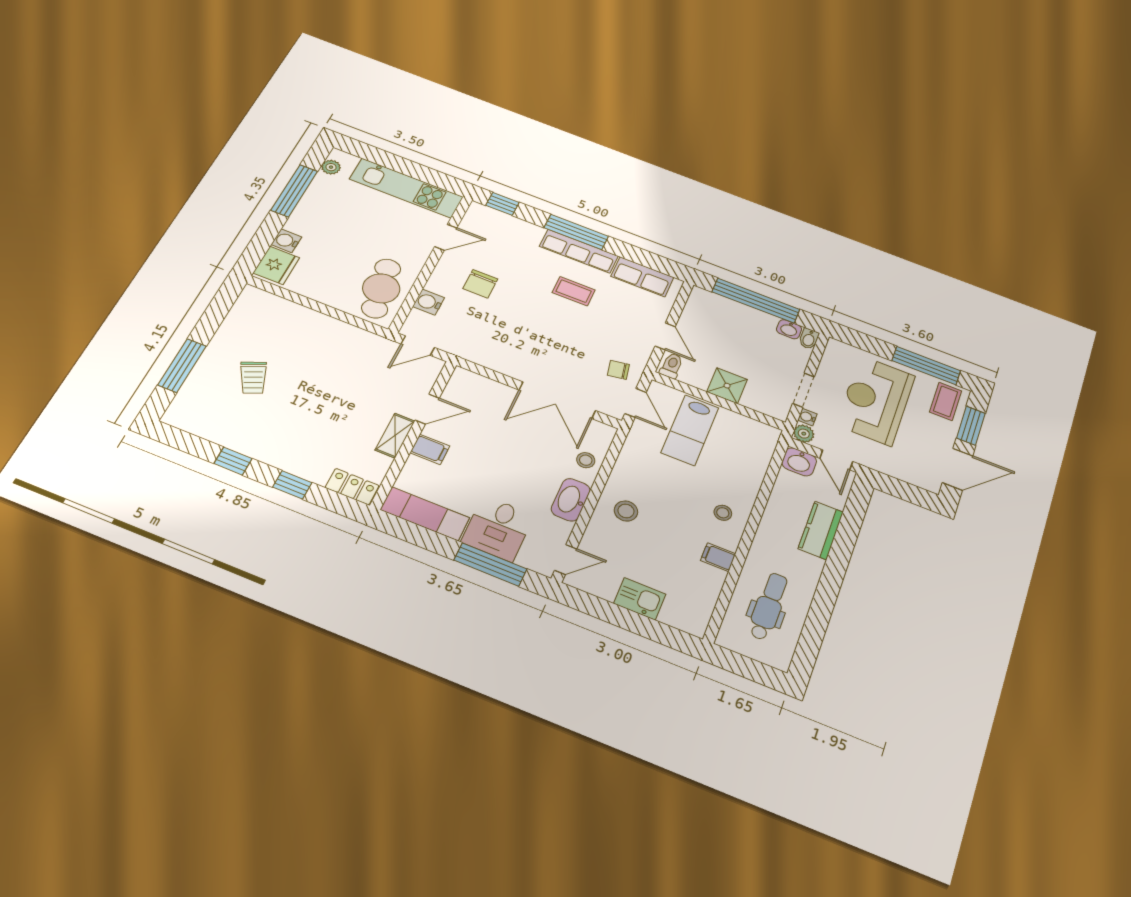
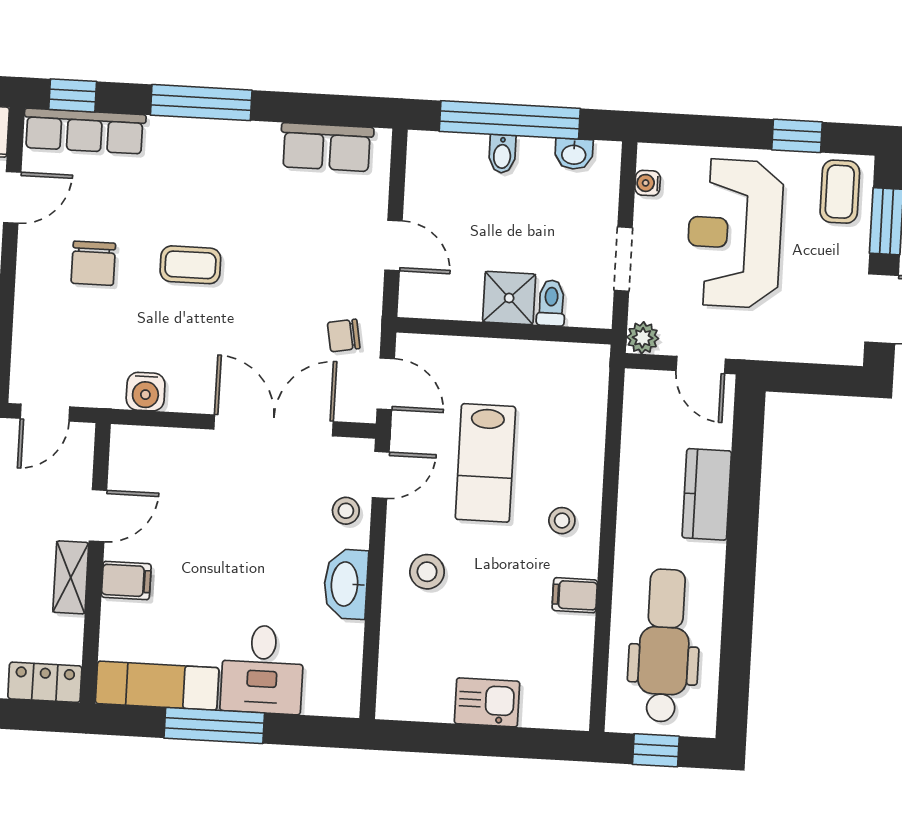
row of seats: (579, 251) -> (84, 131), moved
coffee table: (574, 291) -> (190, 265), moved
water cooler: (429, 302) -> (146, 392), moved, turned -90
bidet: (809, 339) -> (502, 154), moved
toilet: (672, 366) -> (551, 303), moved
window: (926, 366) -> (797, 136), width x0.46
double door: (557, 400) -> (274, 425), swing flipped
water cooler: (807, 417) -> (648, 183), moved
lab bench: (690, 430) -> (485, 463), moved
washbasin: (799, 462) -> (648, 390), removed
door: (566, 560) -> (381, 475), moved
window: (490, 564) -> (214, 726), moved
dental chair: (769, 606) -> (664, 645), width x1.36, depth x1.38
window: (745, 667) -> (656, 750), added

